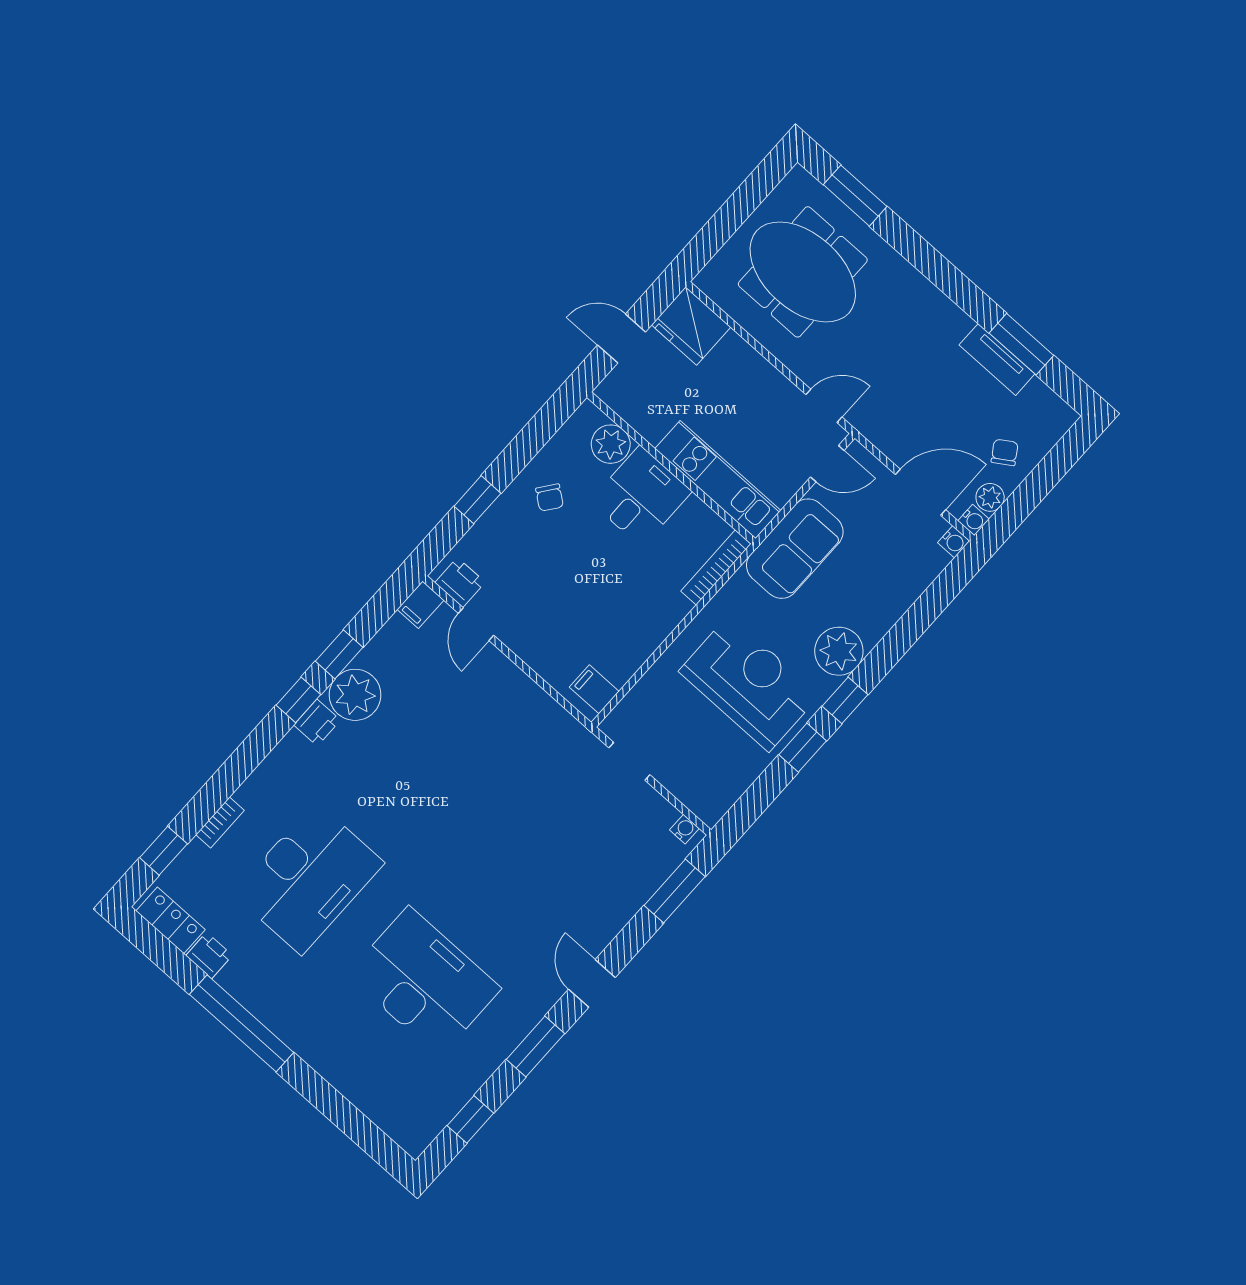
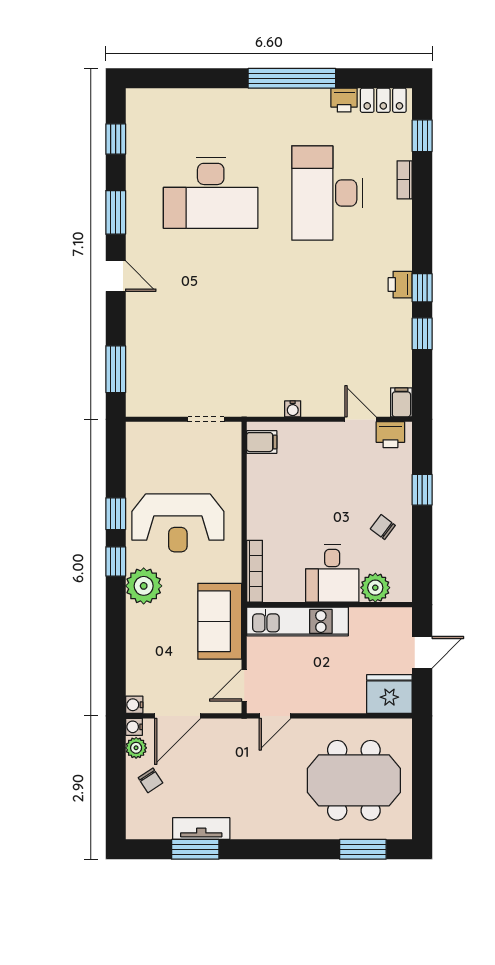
plant: (355, 695) -> (393, 319), removed
water cooler: (684, 829) -> (293, 409), moved

